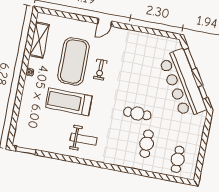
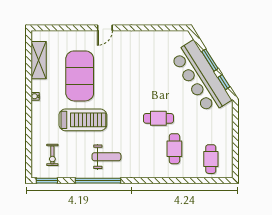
window: (190, 59) -> (210, 60), moved
exercise bike: (100, 70) -> (52, 155), moved
treadmill: (69, 102) -> (83, 120), turned 180
window: (72, 159) -> (98, 181), added

